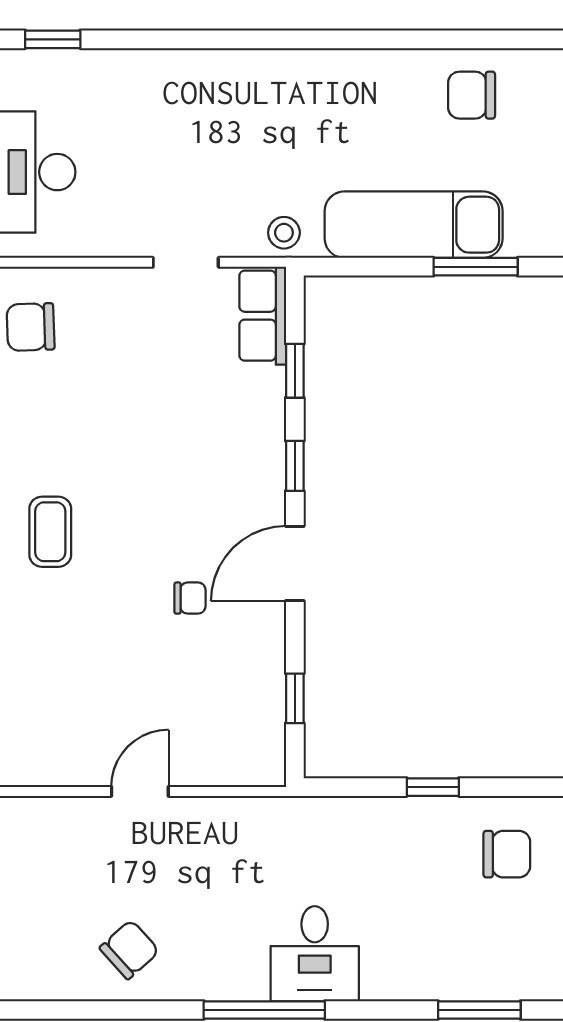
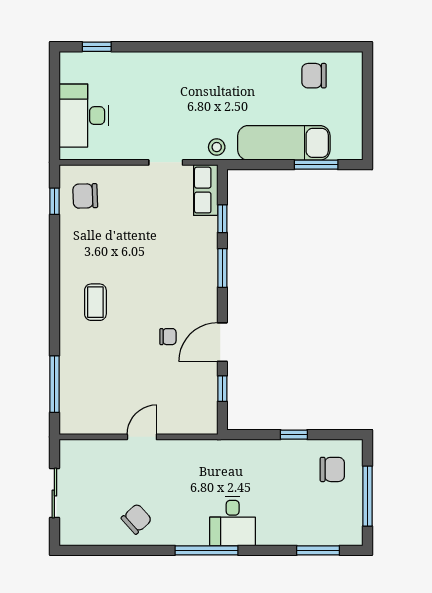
window: (295, 466) -> (222, 268), width x1.50
door: (295, 564) -> (222, 342), moved

